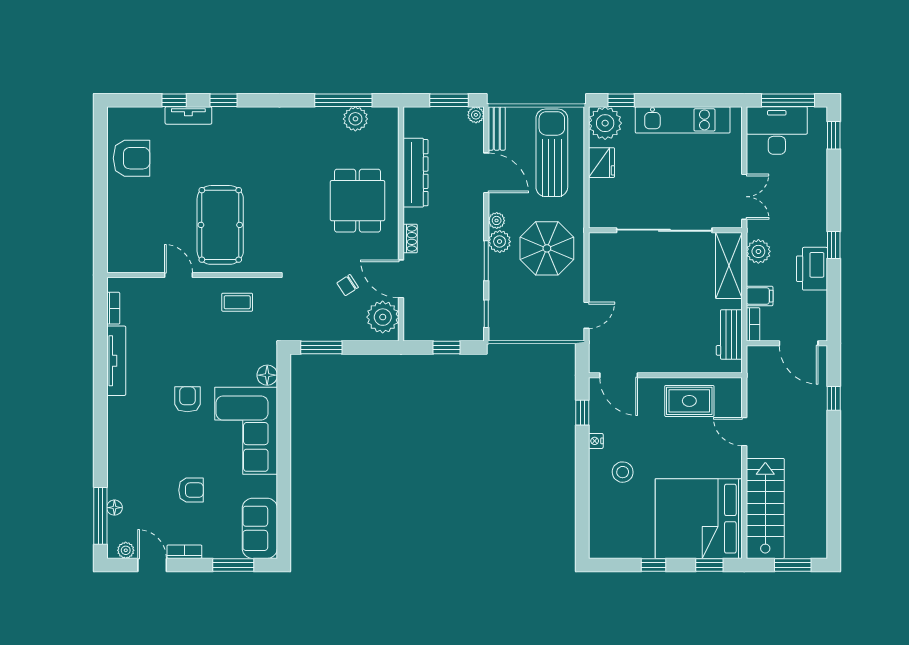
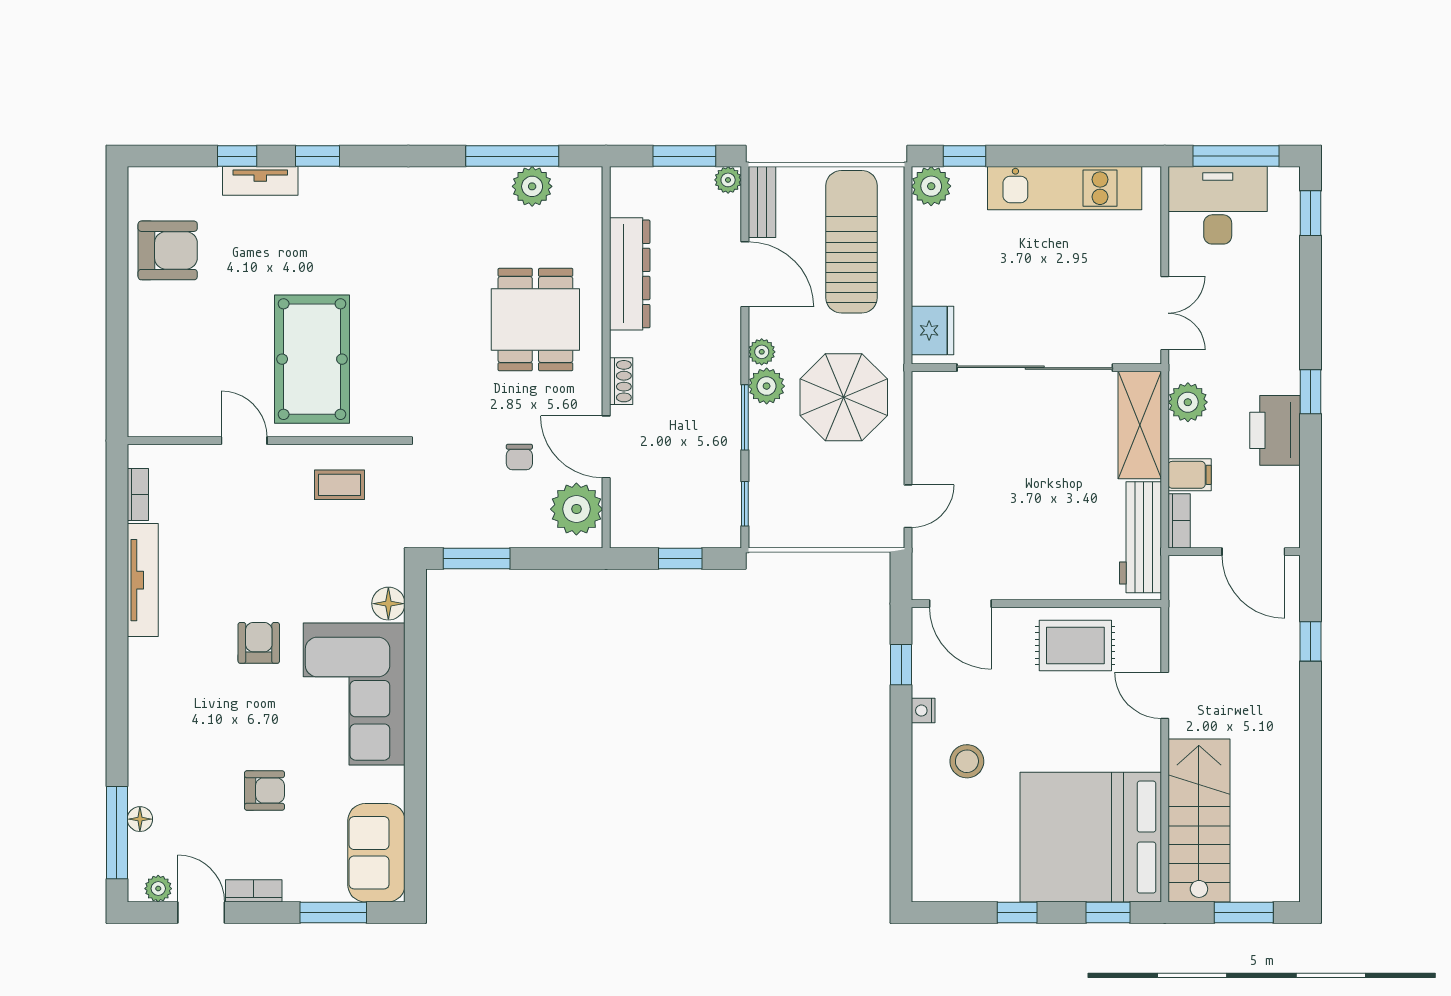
plant: (605, 123) -> (931, 186), width x0.73, depth x0.73
fridge: (602, 163) -> (933, 330), moved
chair: (348, 285) -> (519, 457), turned -57
workbench: (729, 334) -> (1140, 537), width x1.37

